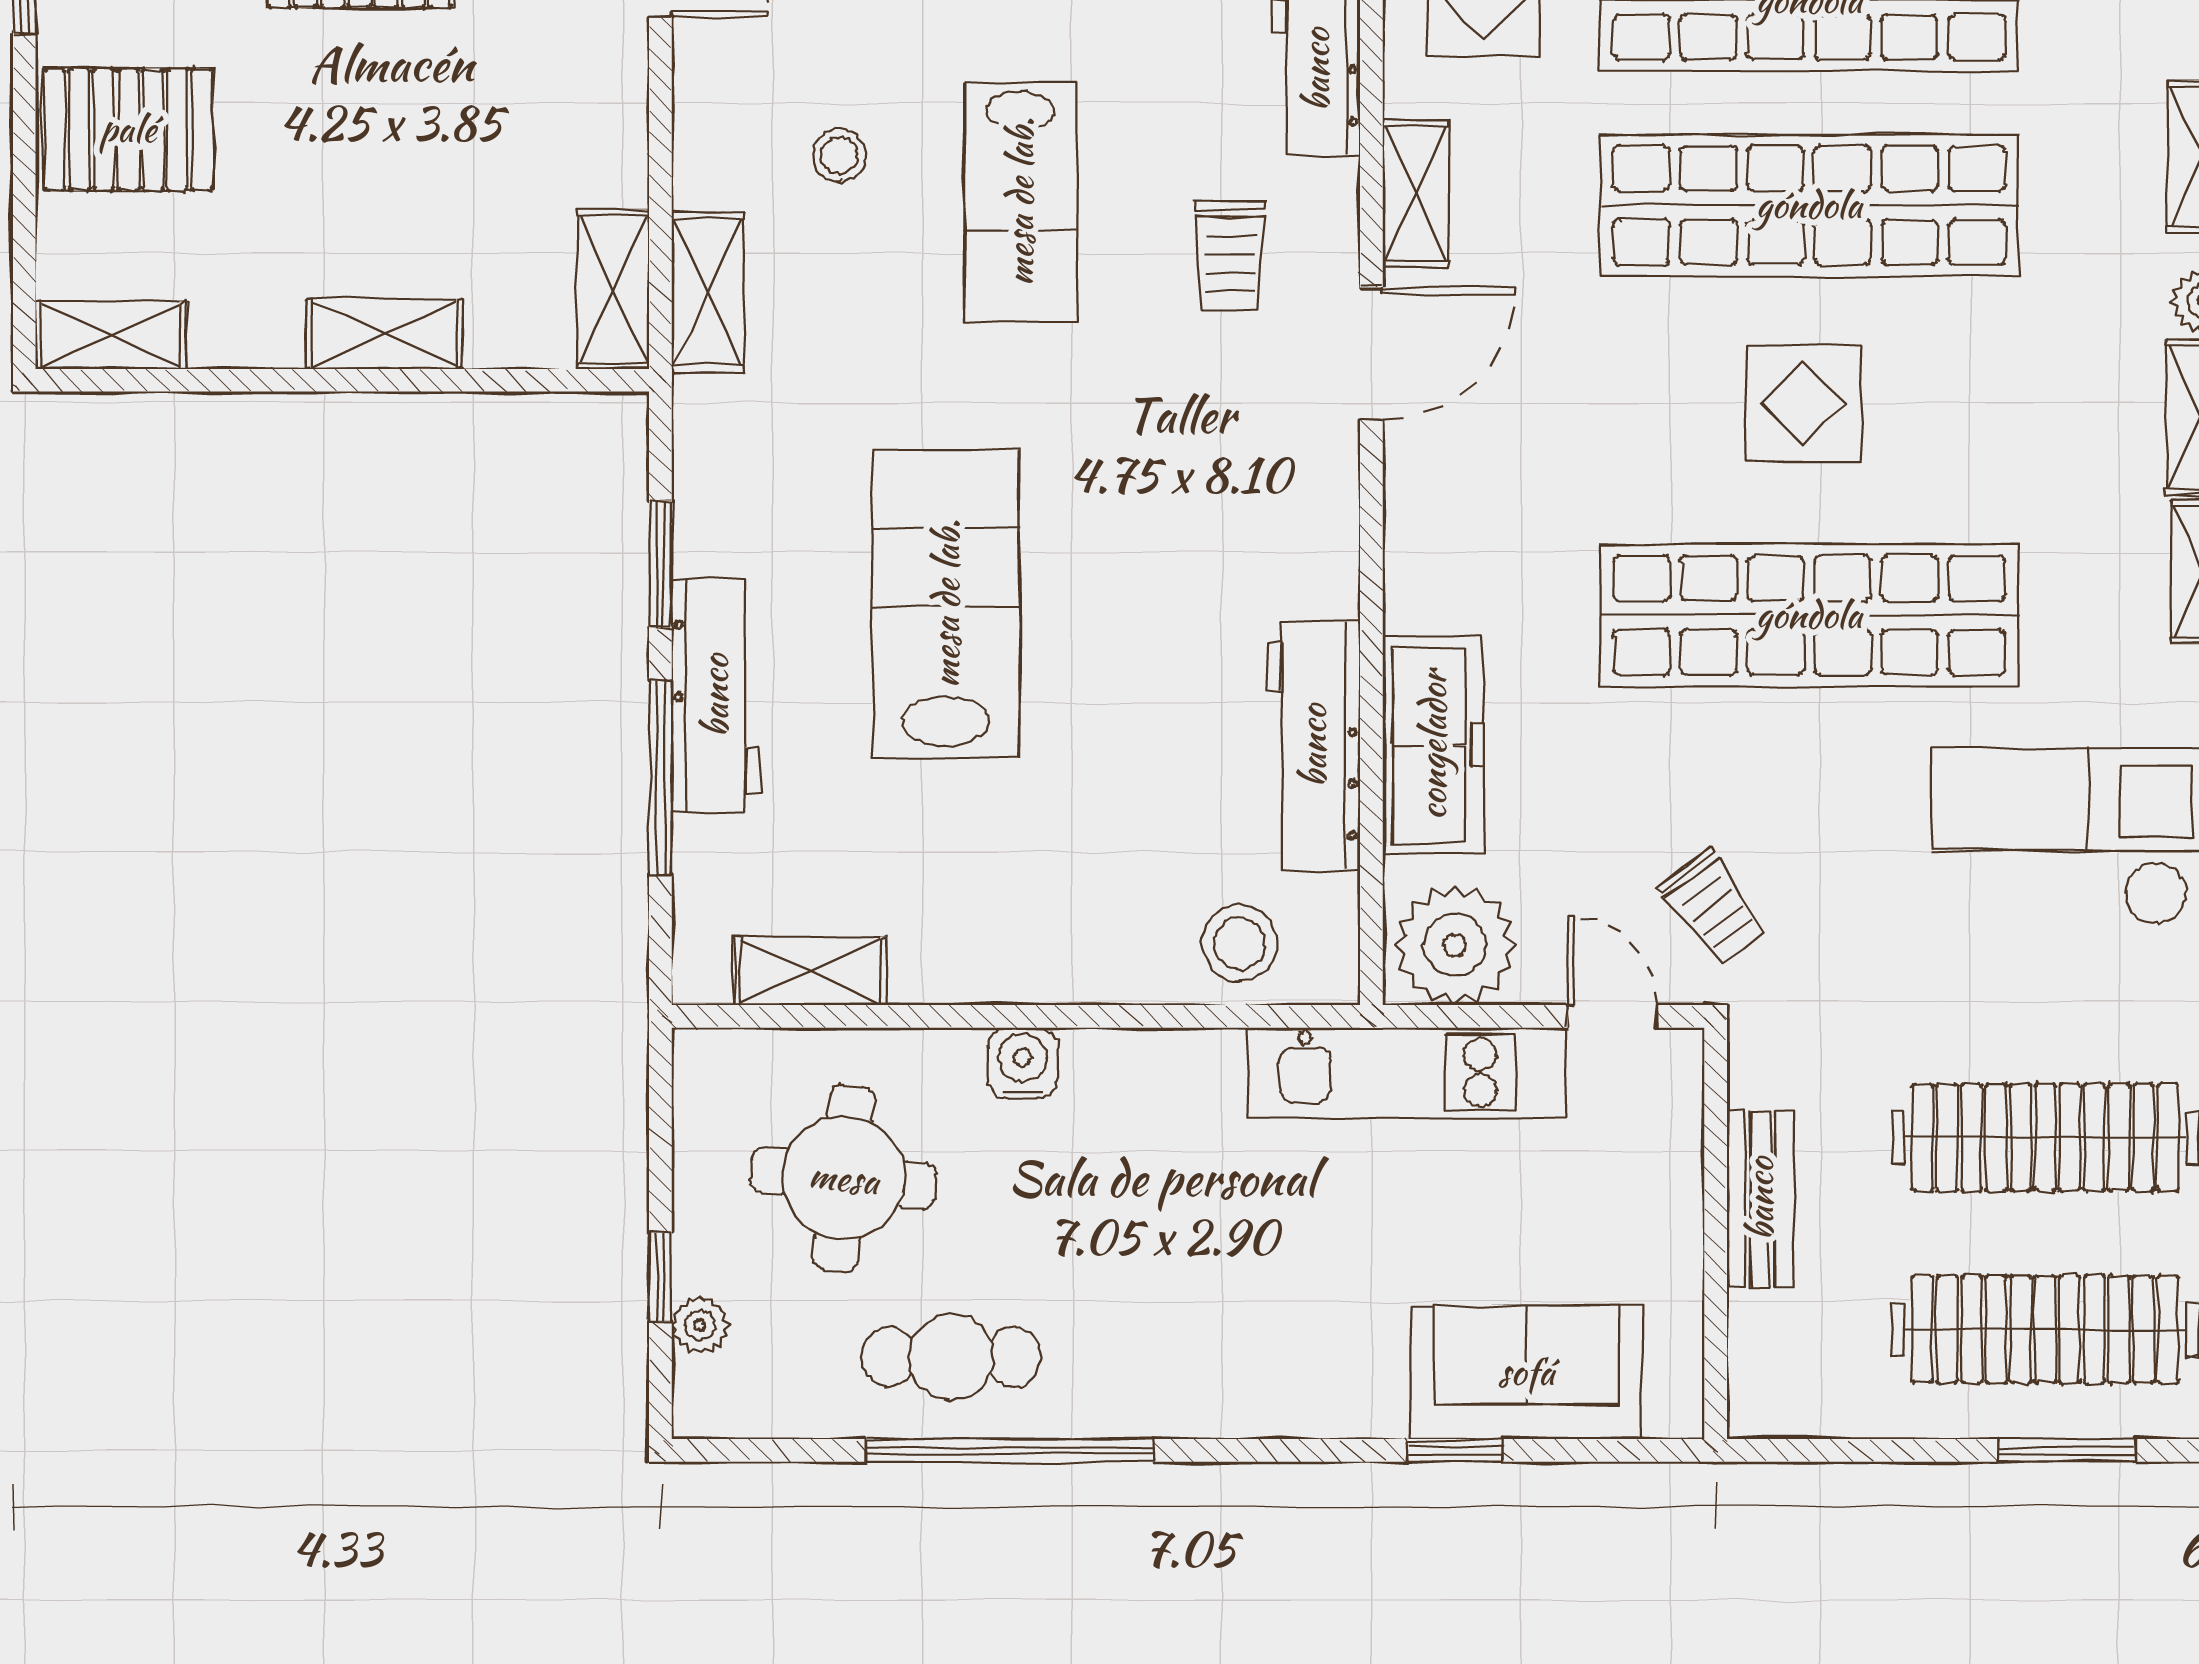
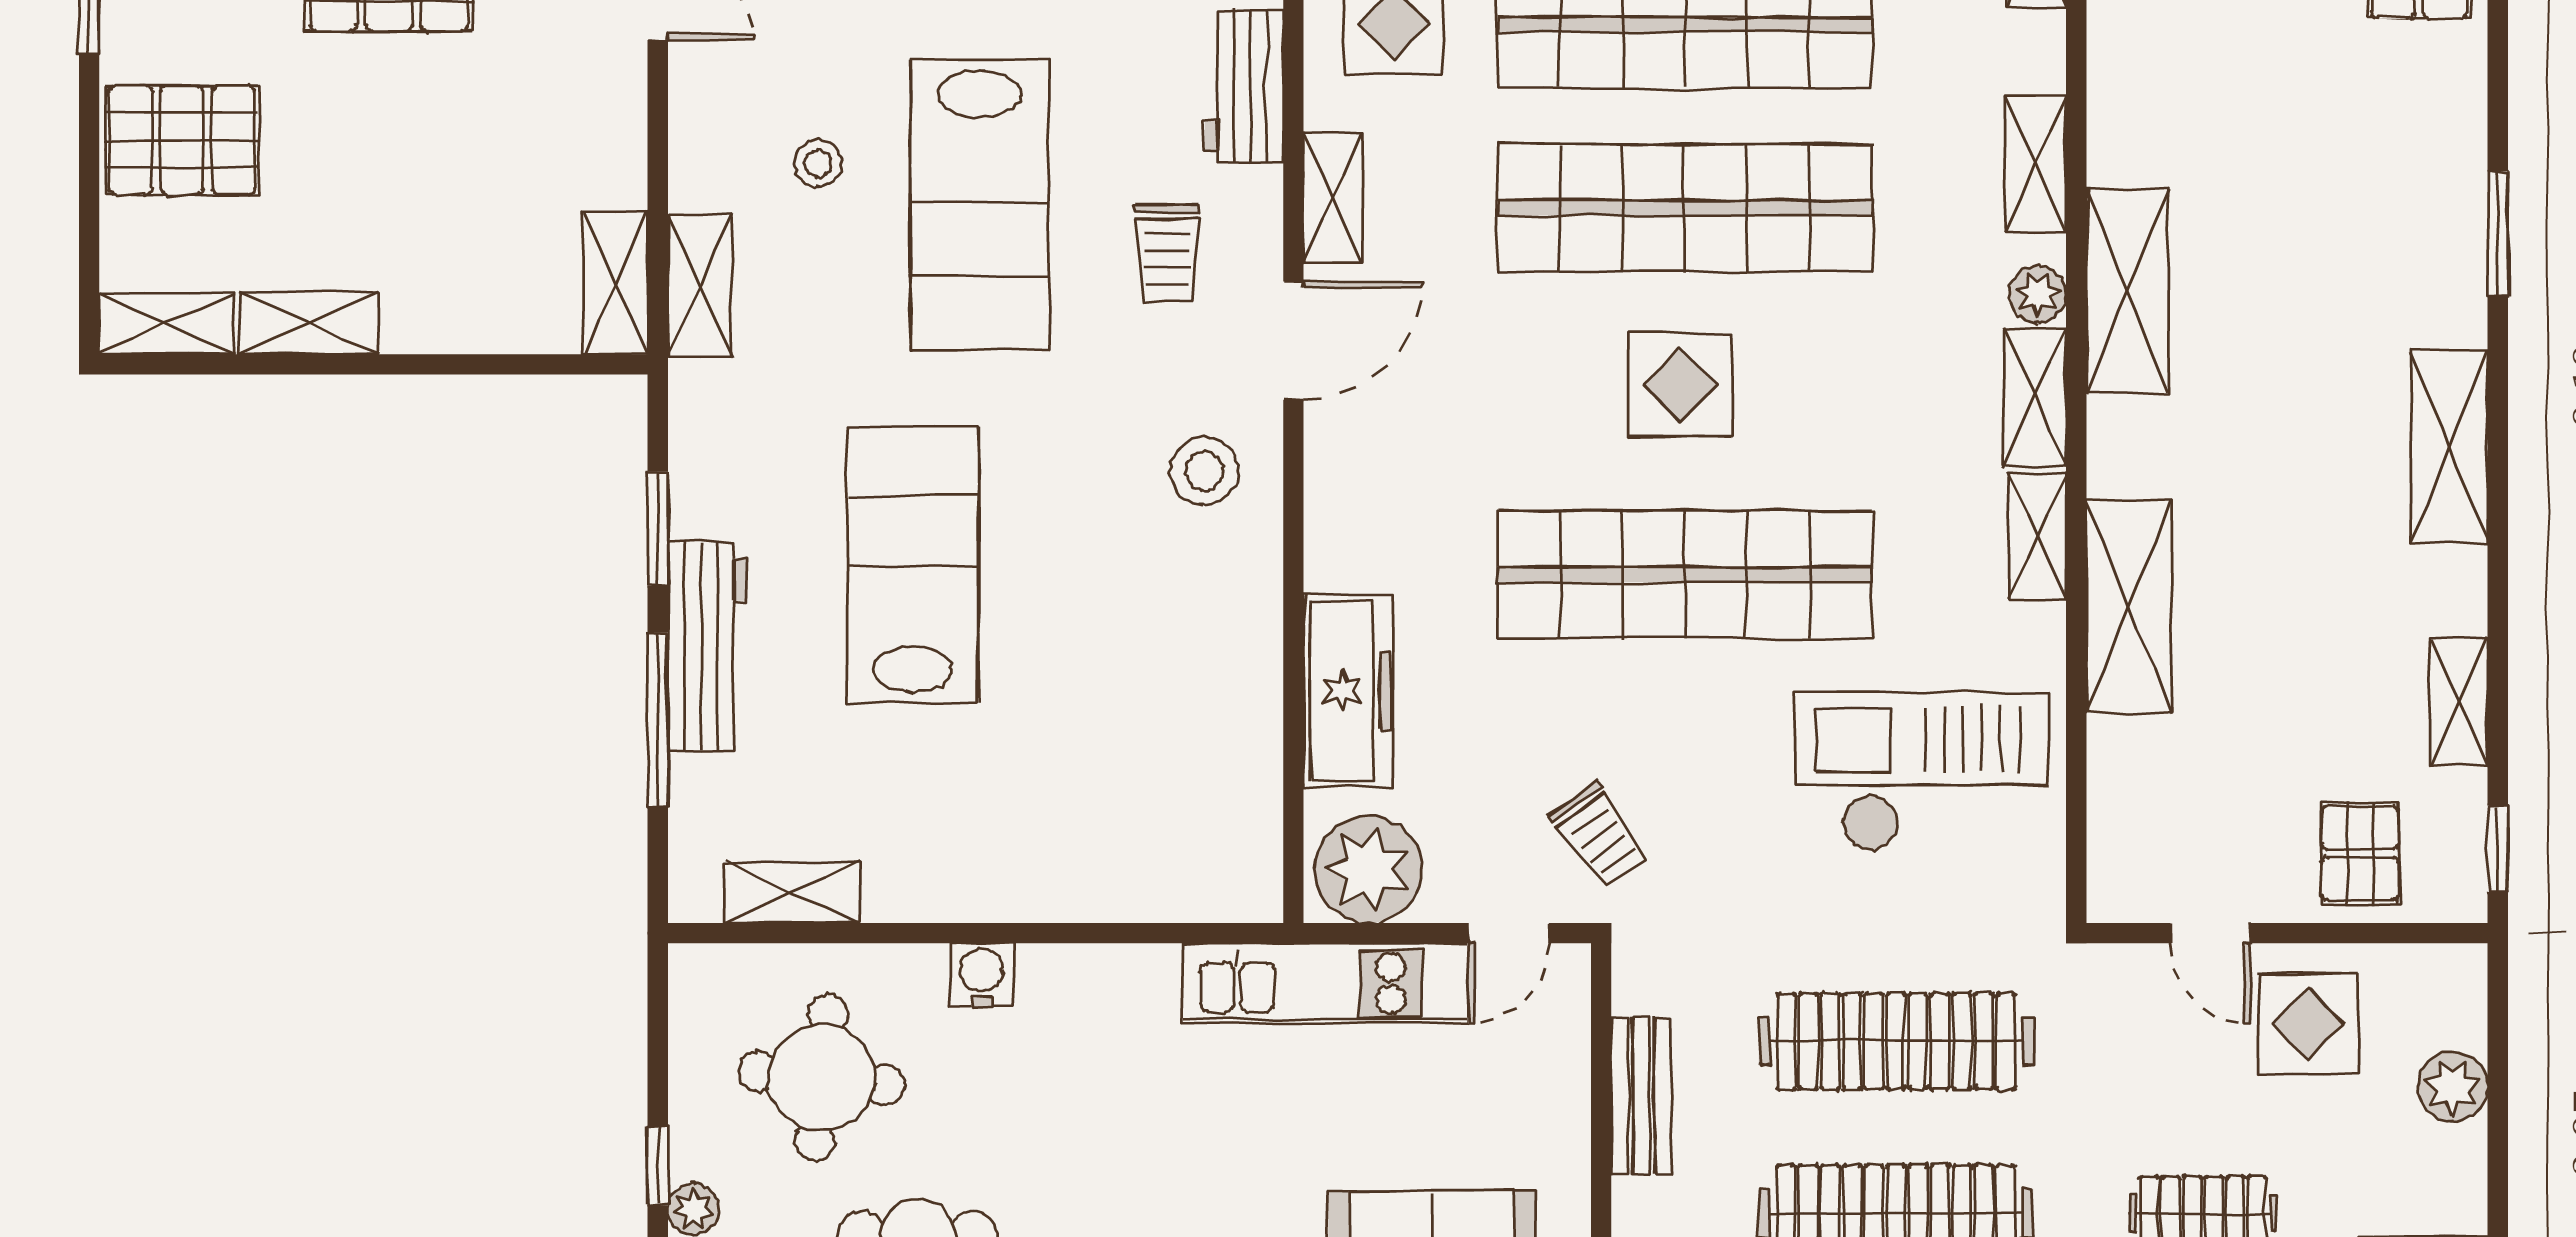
lab bench: (1020, 202) -> (980, 205), width x1.36, depth x1.39
shelving: (385, 334) -> (308, 323), moved
workbench: (1313, 746) -> (1242, 692), removed
stool: (1240, 943) -> (1204, 471), moved
door: (1612, 1016) -> (1509, 933), swing flipped

